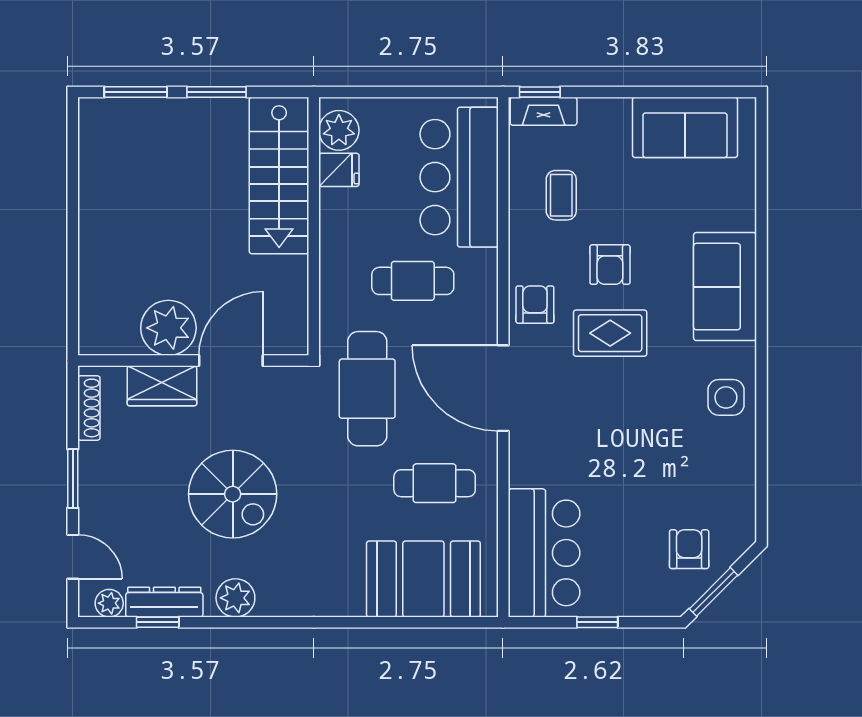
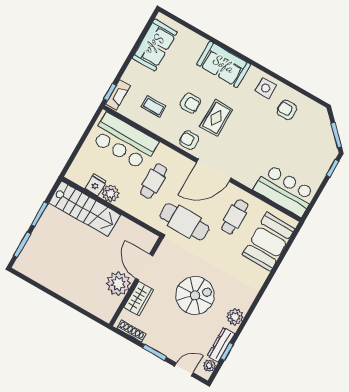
plant: (339, 130) -> (111, 193), moved
armchair: (689, 549) -> (287, 110), moved
window: (597, 622) -> (333, 168), moved

